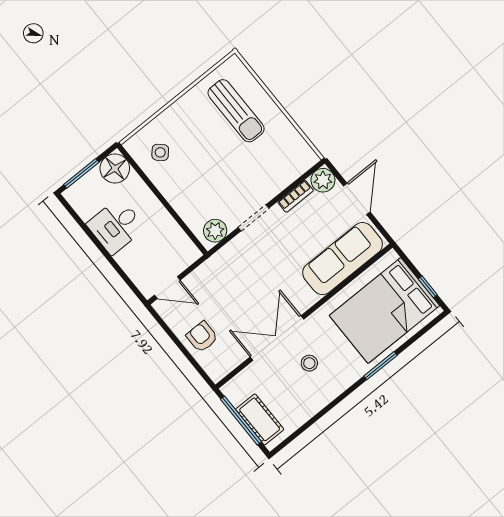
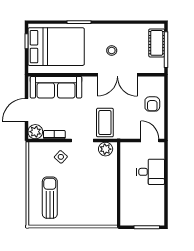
side table: (160, 152) -> (61, 157), moved
floor lamp: (115, 168) -> (129, 217), removed
desk: (116, 226) -> (151, 172), moved
coffee table: (243, 264) -> (105, 123), added

